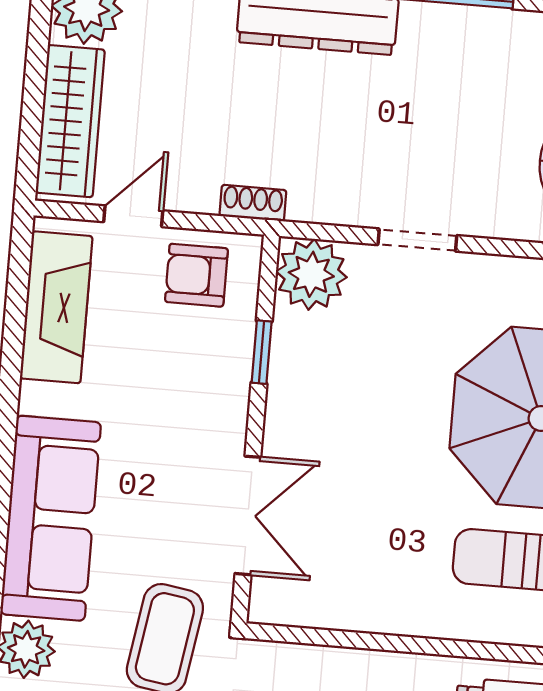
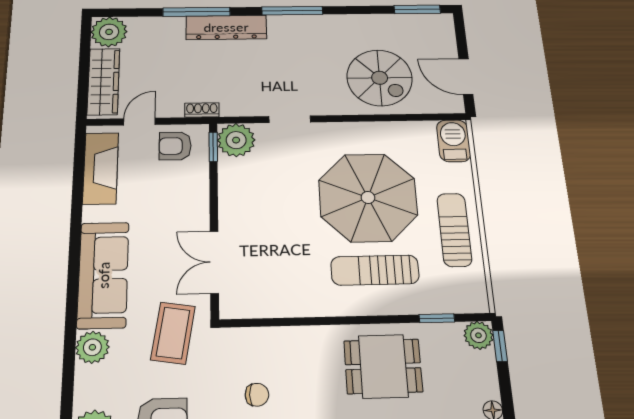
window: (262, 352) -> (213, 147), moved
double door: (248, 515) -> (214, 262), swing flipped

